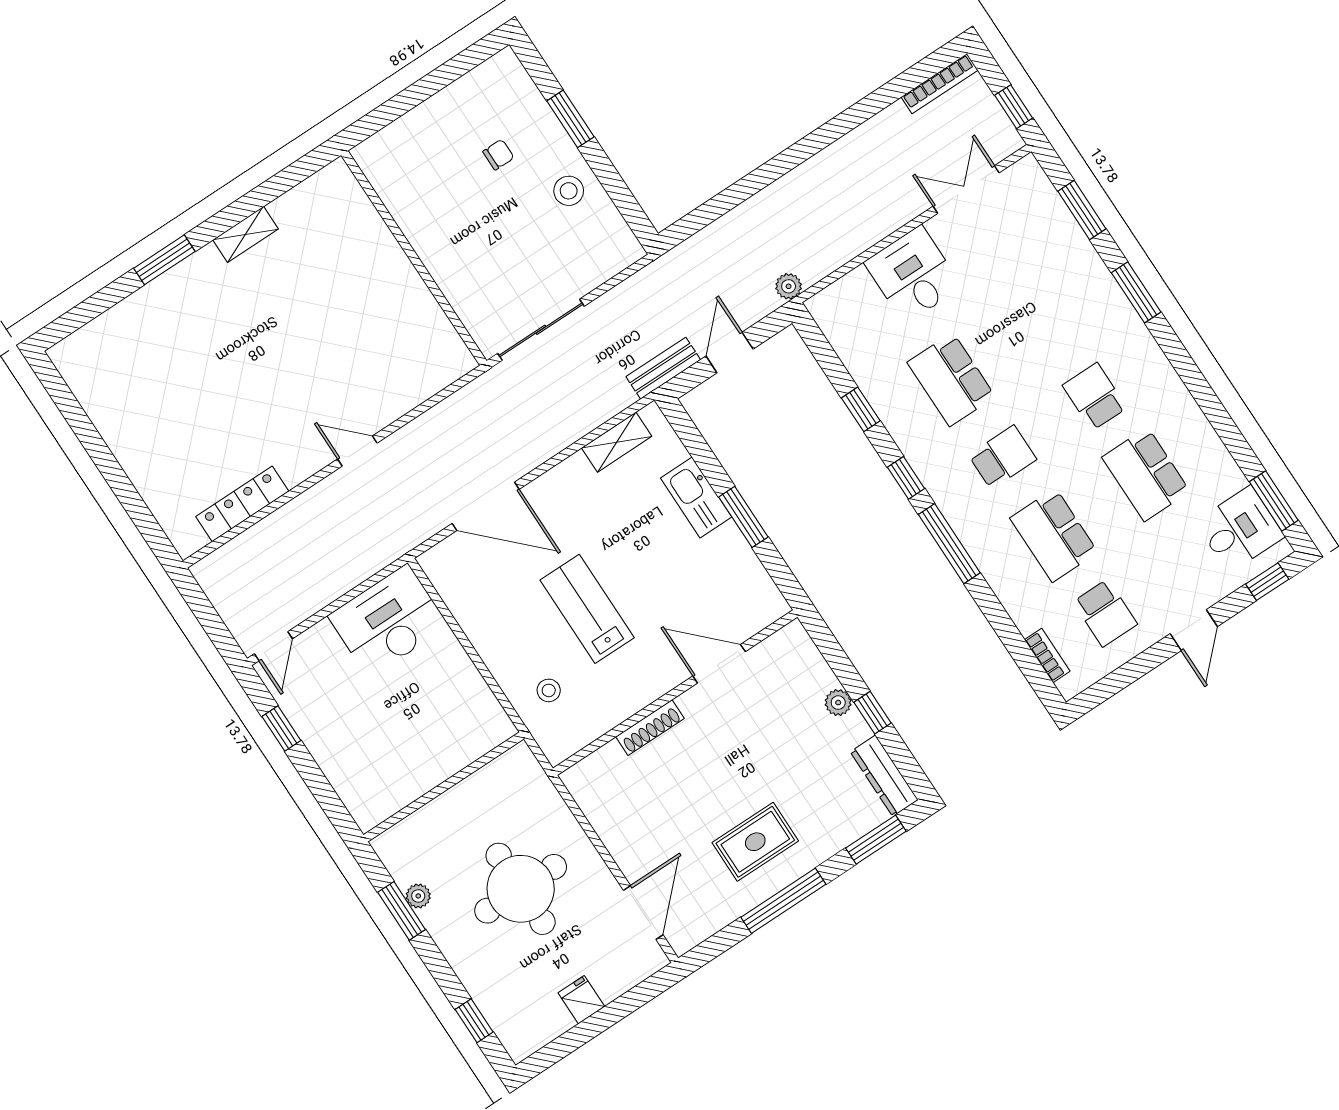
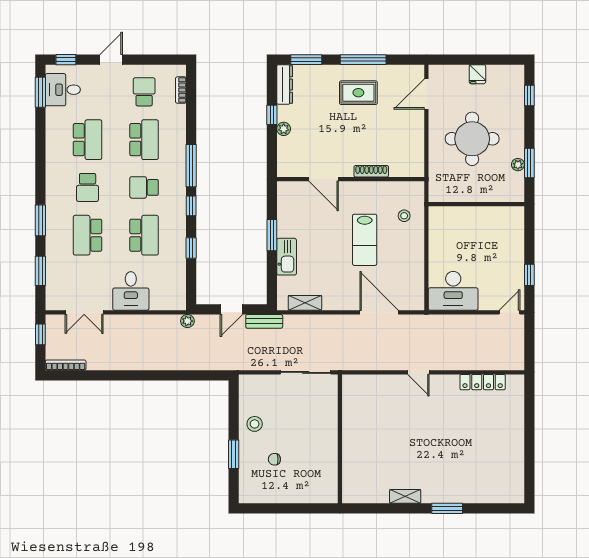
school desk: (1043, 319) -> (88, 235), added

